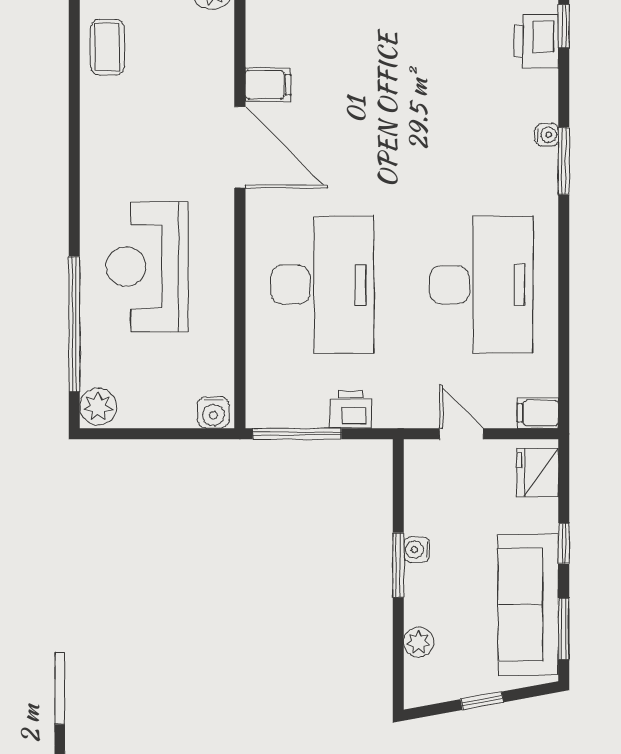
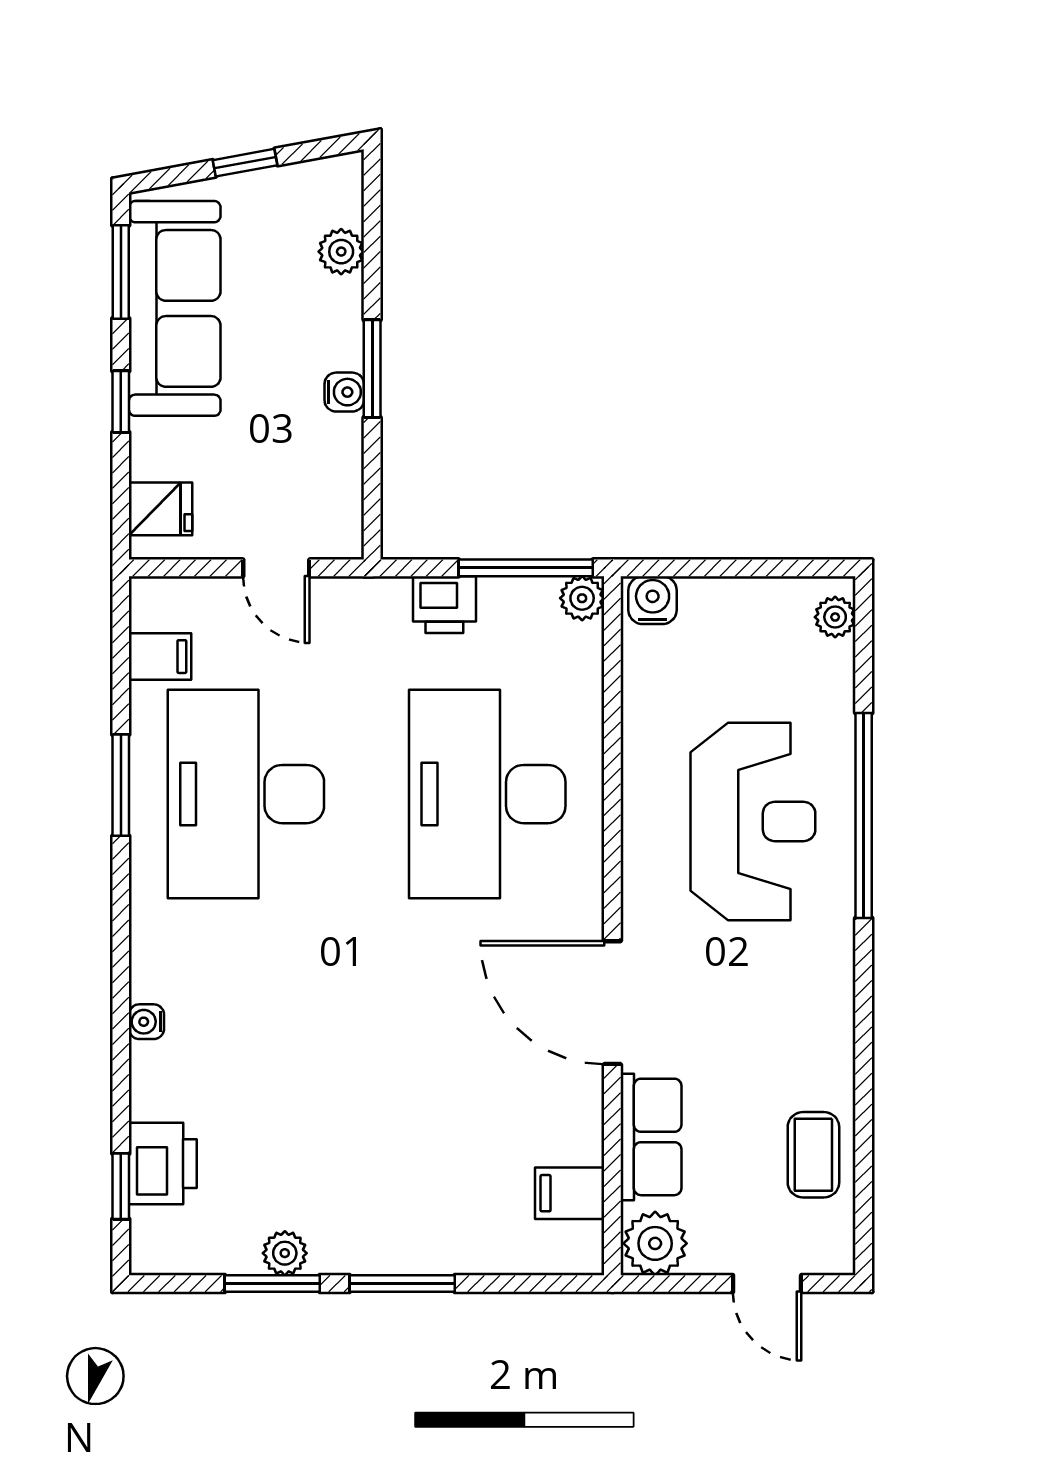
row of seats: (214, 59) -> (651, 1137), added
filing cabinet: (268, 85) -> (570, 1193), moved
window: (564, 161) -> (121, 785), moved
window: (74, 324) -> (864, 815), moved
plant: (98, 406) -> (835, 617), width x0.73, depth x0.73
filing cabinet: (538, 413) -> (160, 657), moved
plant: (260, 414) -> (582, 598), added
fridge: (538, 473) -> (161, 509), width x0.72

